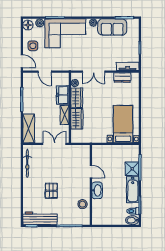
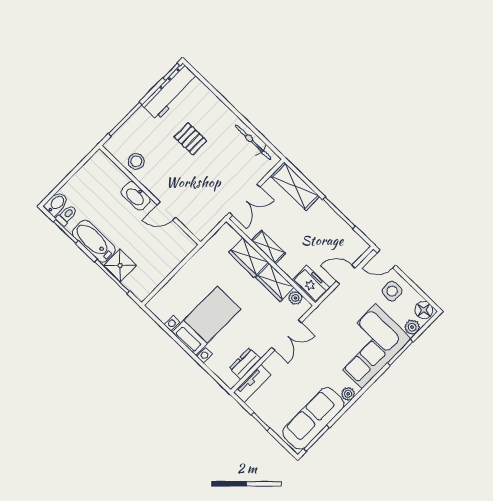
sofa: (112, 27) -> (313, 418), width x1.36
double door: (94, 72) -> (287, 335), swing flipped
freezer: (63, 95) -> (311, 284), moved
bed with nightstands: (123, 124) -> (206, 321), moved, turned -90

